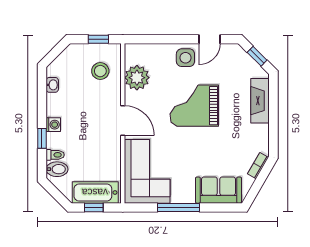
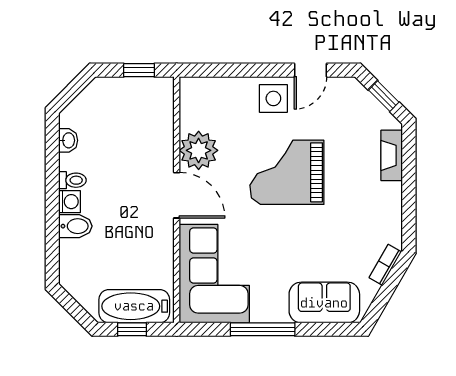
stool: (100, 71) -> (142, 119), removed
plant: (137, 78) -> (199, 150), moved
fireplace: (260, 101) -> (392, 155), width x0.73, depth x0.76
window: (42, 138) -> (52, 223), removed
toilet: (55, 155) -> (72, 180), moved
bidet: (57, 169) -> (75, 226), moved

